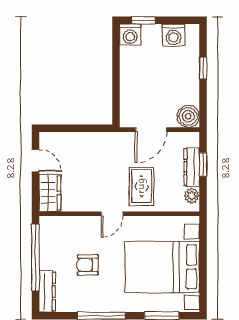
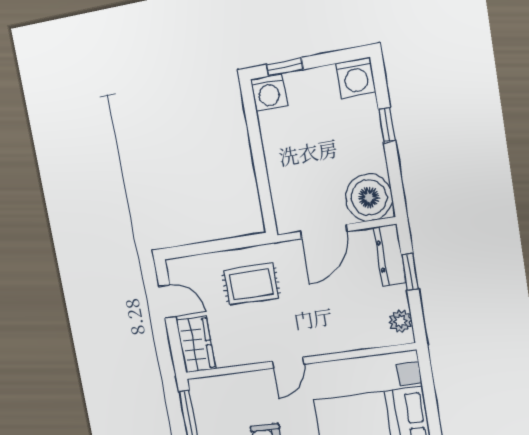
washing machine: (173, 35) -> (356, 77), moved
boiler: (188, 116) -> (369, 197), width x1.37, depth x1.37
dresser: (192, 167) -> (390, 255), moved
rug: (142, 186) -> (251, 284), moved, turned 90

